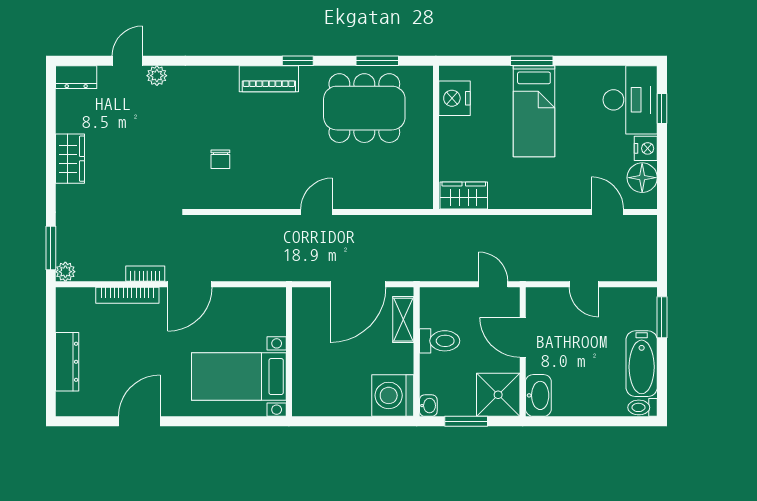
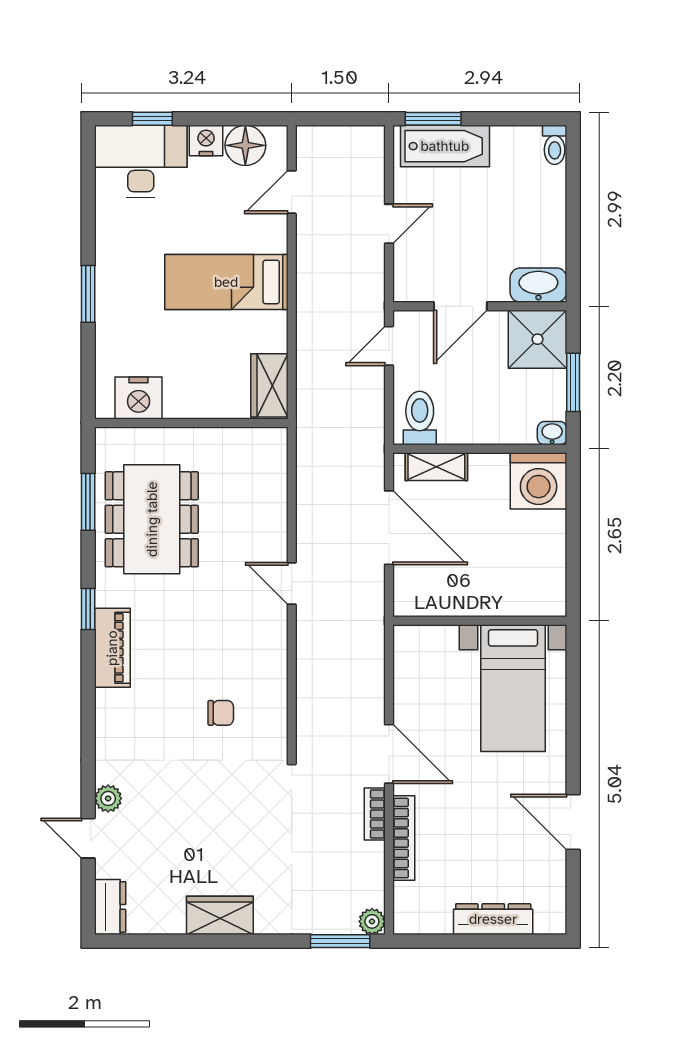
bed: (534, 111) -> (226, 282), moved, turned 180
toilet: (440, 341) -> (420, 418), moved
bathtub: (642, 364) -> (445, 146), moved

